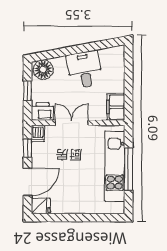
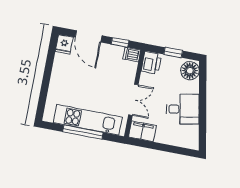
double door: (72, 123) -> (133, 100), moved

